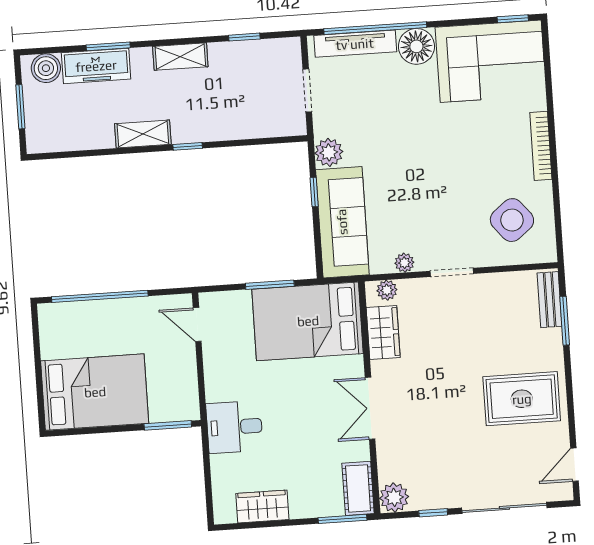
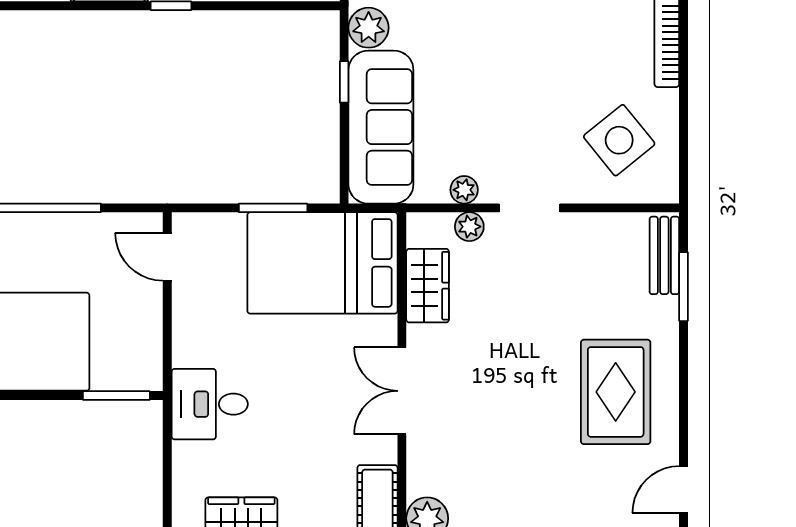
plant: (387, 290) -> (469, 227), moved
rug: (522, 399) -> (616, 392), turned 90

